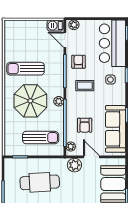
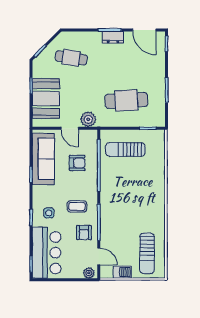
barbecue: (55, 26) -> (122, 272), moved
sun lounger: (26, 69) -> (147, 253), moved, turned 90
parasol: (30, 101) -> (137, 190), removed
plant: (59, 101) -> (105, 189), removed
armchair: (85, 125) -> (77, 163), turned 90
plant: (71, 146) -> (92, 140), removed

